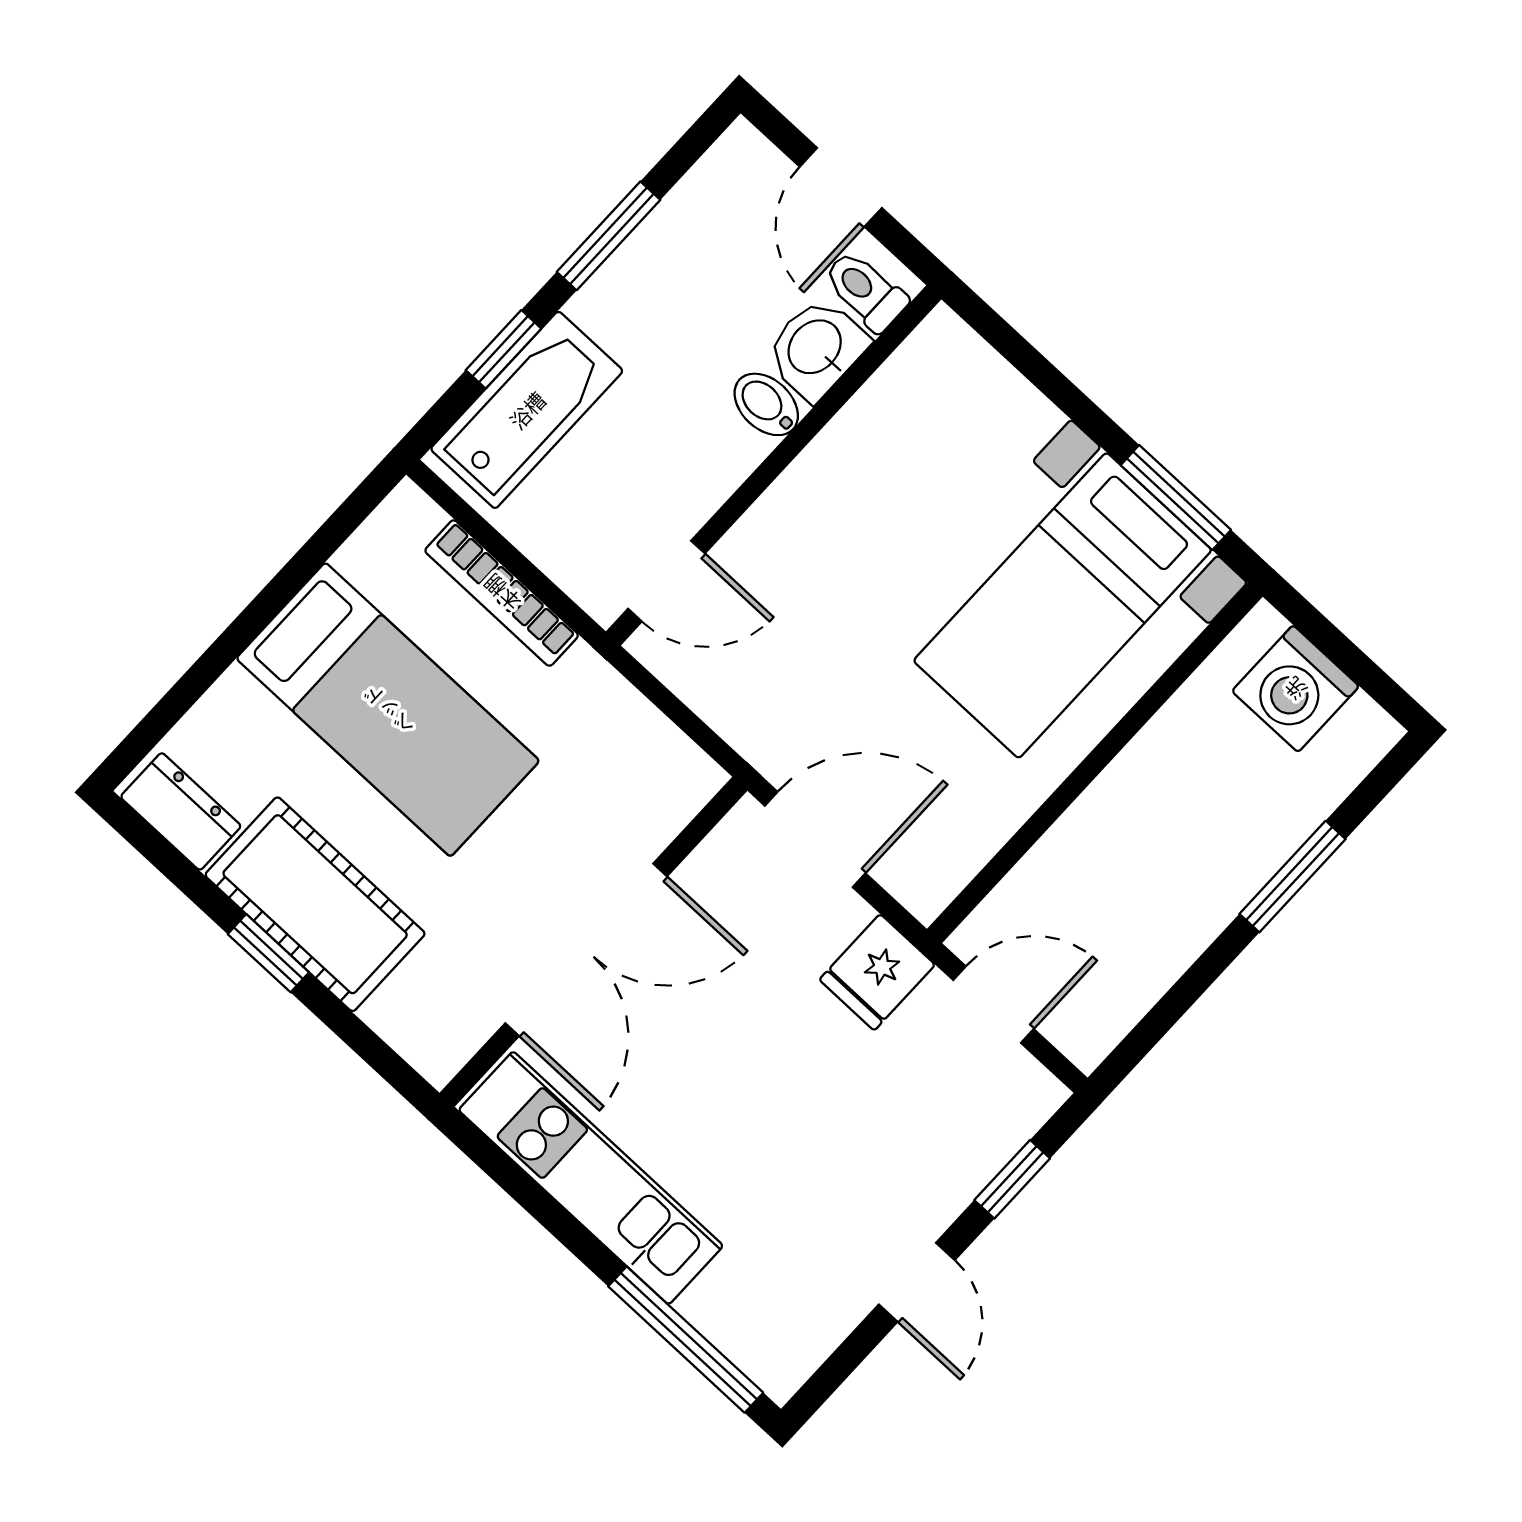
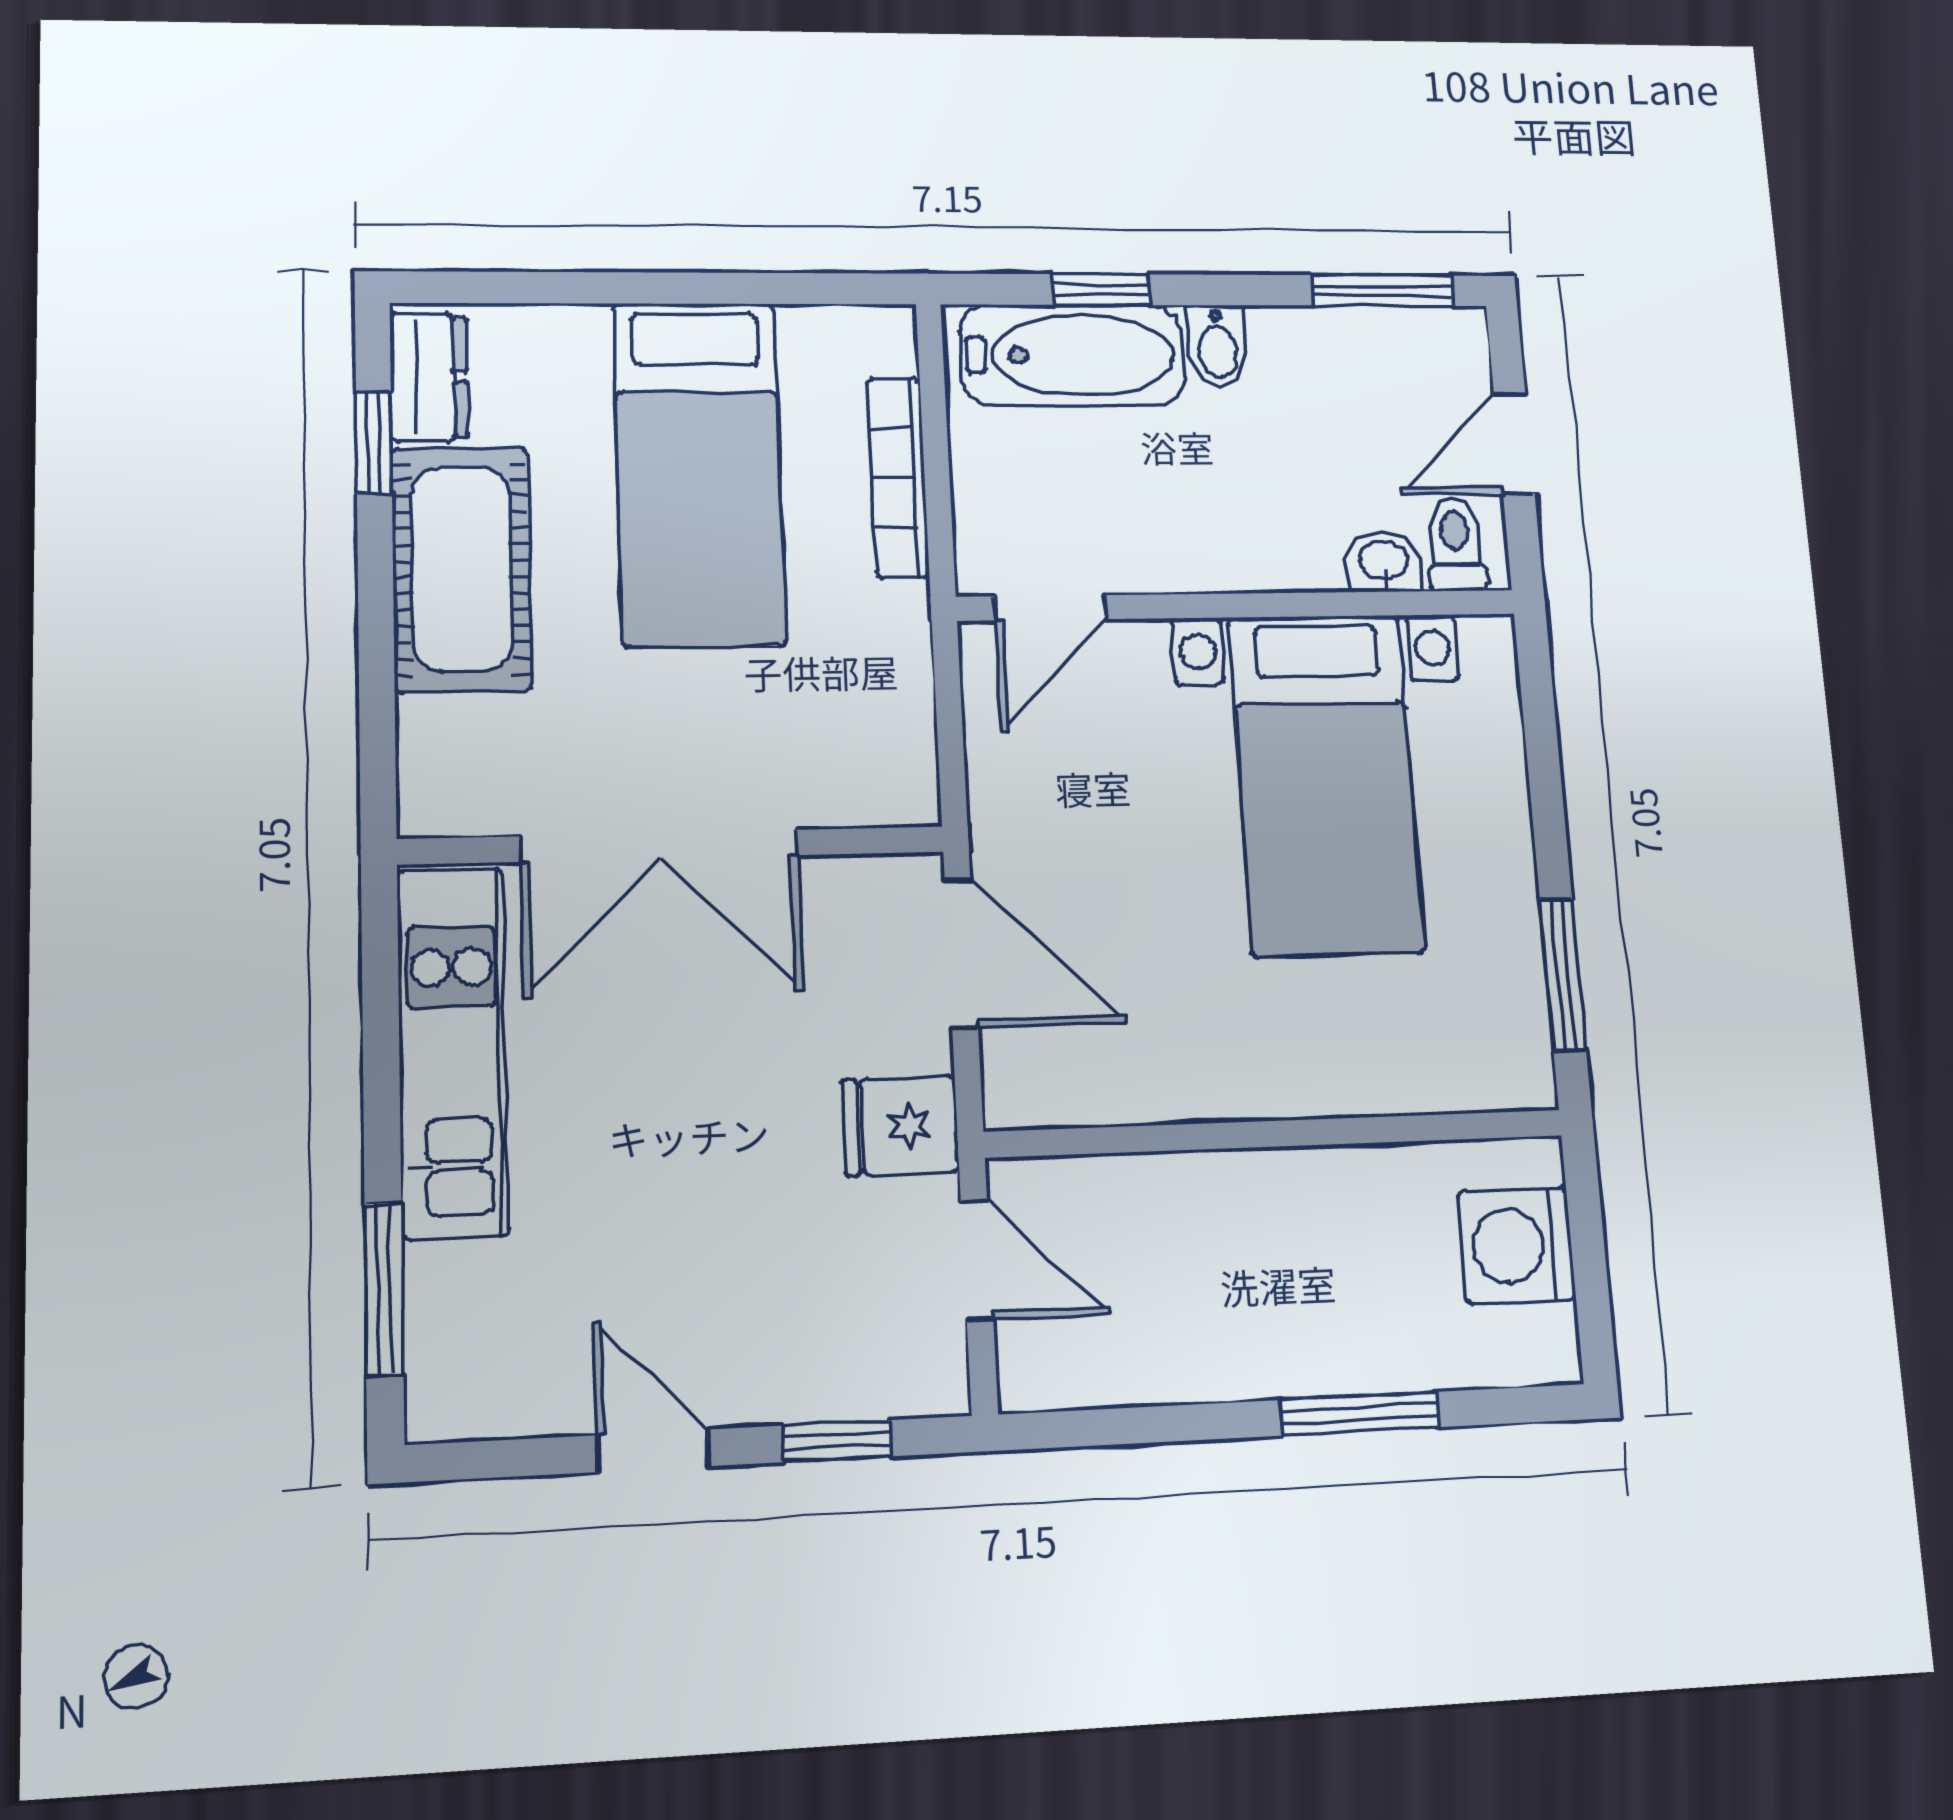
window: (609, 236) -> (1383, 291), moved
washbasin: (816, 348) -> (1384, 562), width x0.72, depth x0.69
bidet: (766, 404) -> (1217, 346), moved, turned 180
door: (666, 581) -> (1051, 608), hinge flipped
bed with nightstands: (1063, 605) -> (1326, 784), moved, turned -90
window: (268, 953) -> (374, 443), moved
door: (917, 1282) -> (653, 1451), swing flipped
window: (686, 1340) -> (384, 1289), width x0.69

